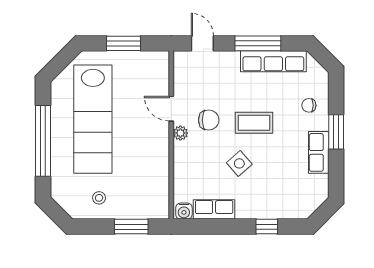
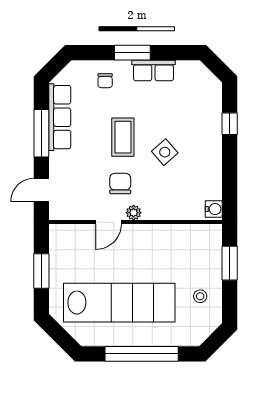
row of seats: (214, 209) -> (212, 178), removed

